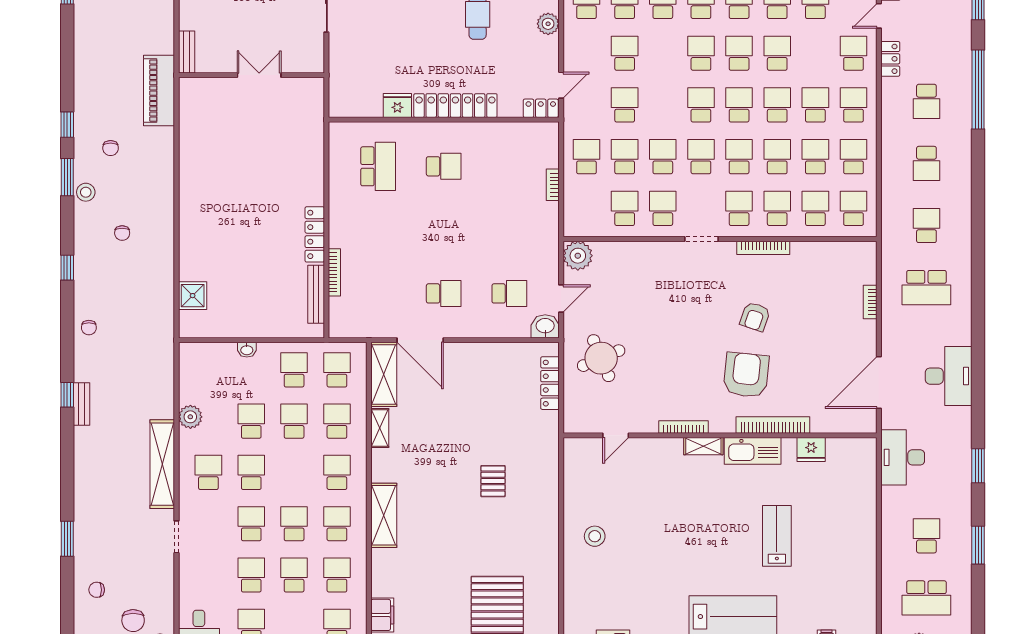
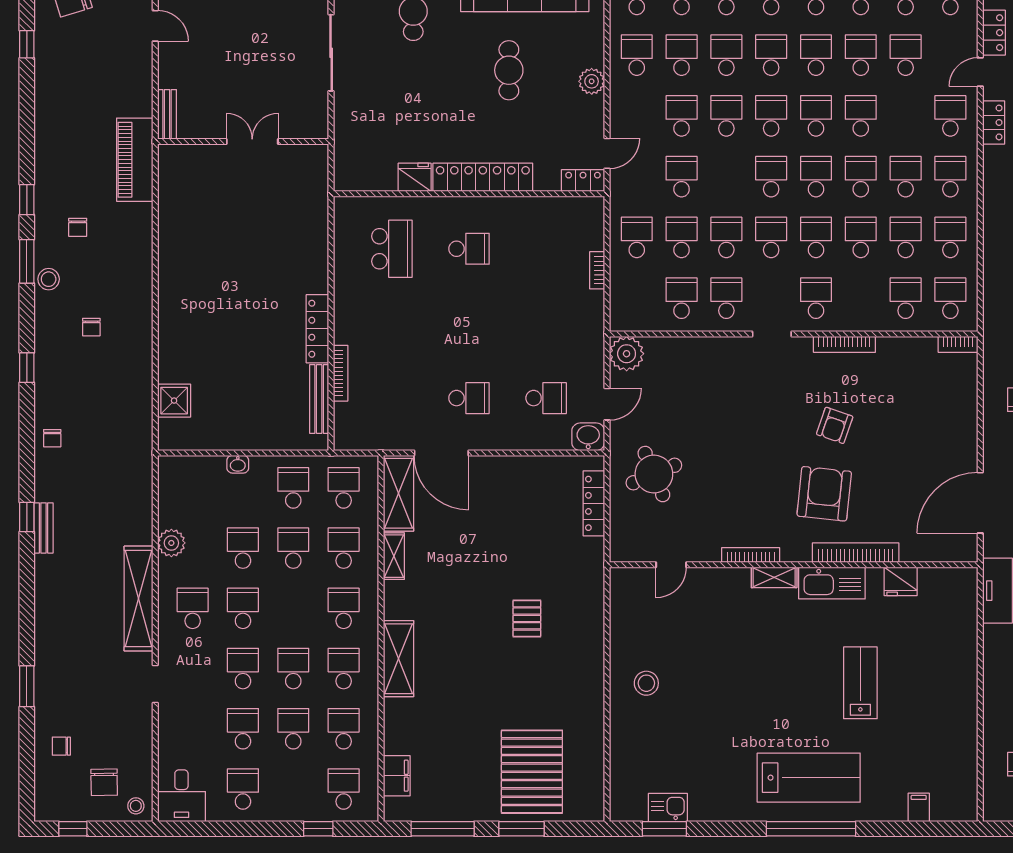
school desk: (777, 208) -> (726, 116), moved
bookcase: (870, 302) -> (958, 344), moved, turned -90

